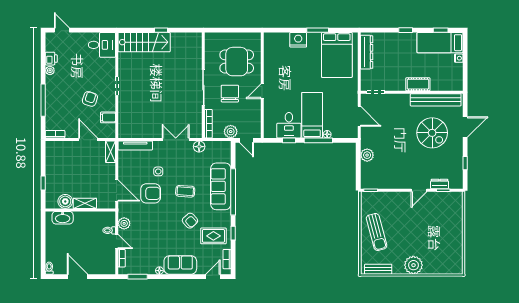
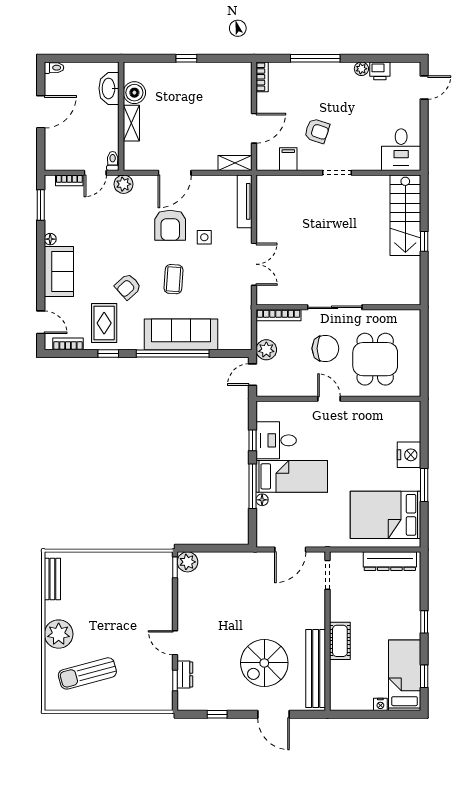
floor lamp: (199, 147) -> (243, 301), removed
plant: (367, 155) -> (187, 562), moved
boiler: (65, 201) -> (134, 93), moved
shelving: (85, 203) -> (131, 123), moved
wall: (80, 210) -> (121, 116), moved
washbasin: (63, 218) -> (109, 88), moved
sun lounger: (377, 232) -> (87, 673), moved

